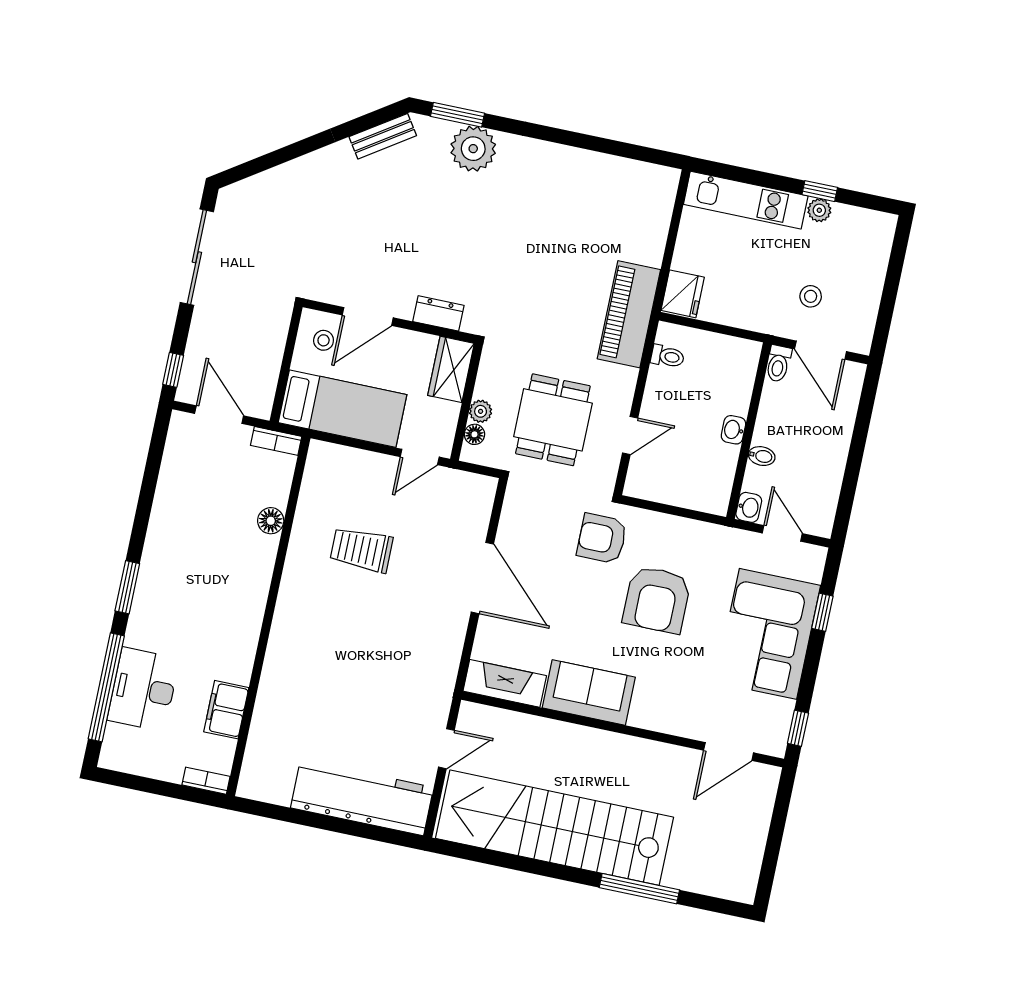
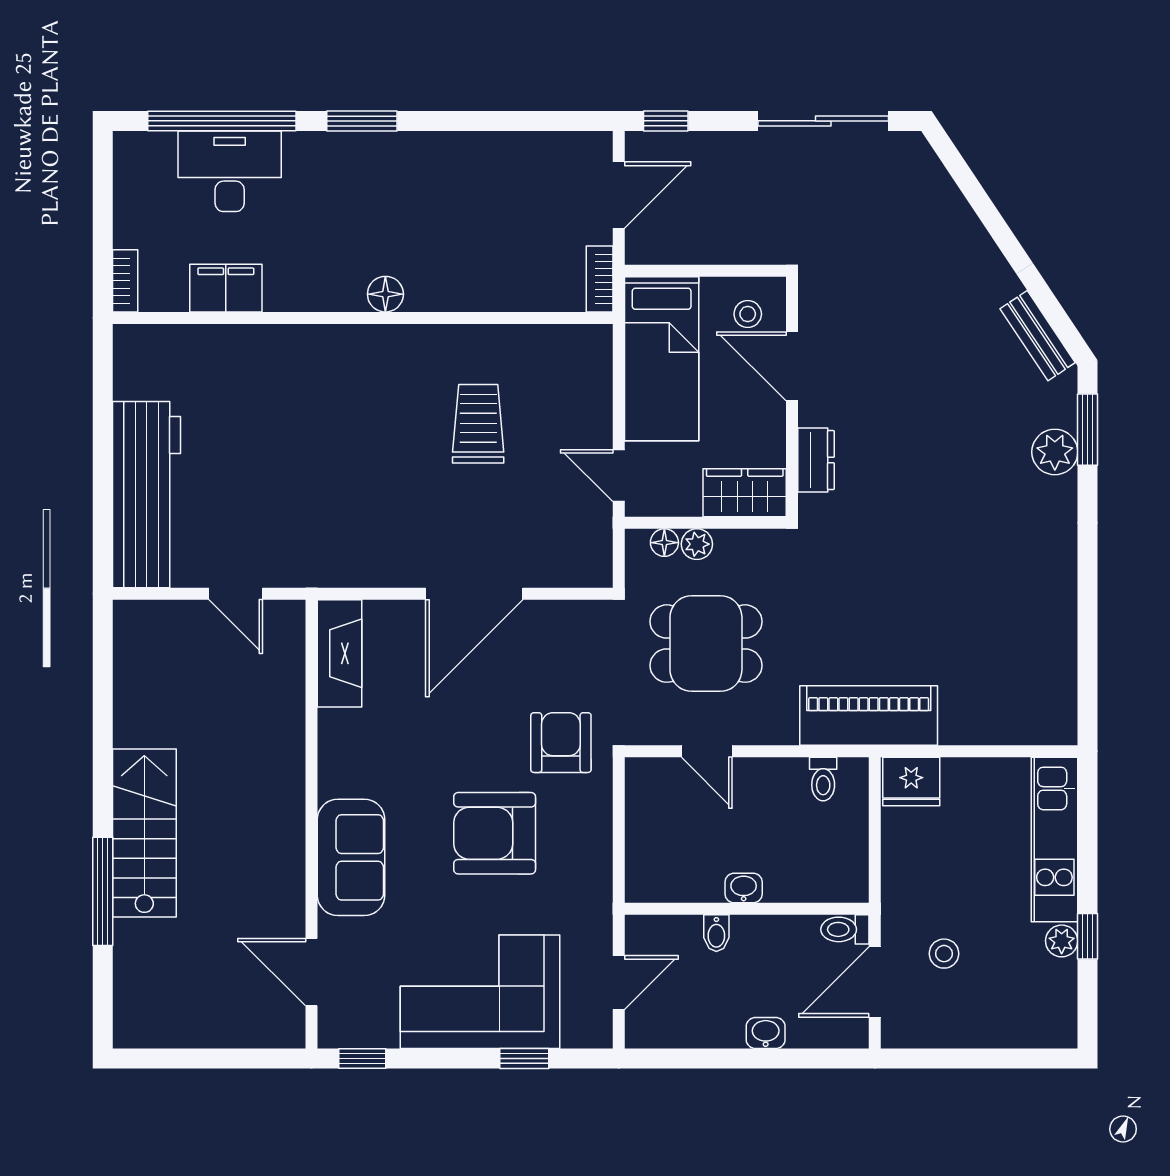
plant: (473, 149) -> (1055, 452), width x0.73, depth x0.73
washbasin: (749, 507) -> (766, 1033), moved, turned 180
floor lamp: (271, 521) -> (385, 294), moved
sofa: (589, 693) -> (351, 857), moved
stairs: (555, 828) -> (144, 833), width x0.54, depth x0.66

